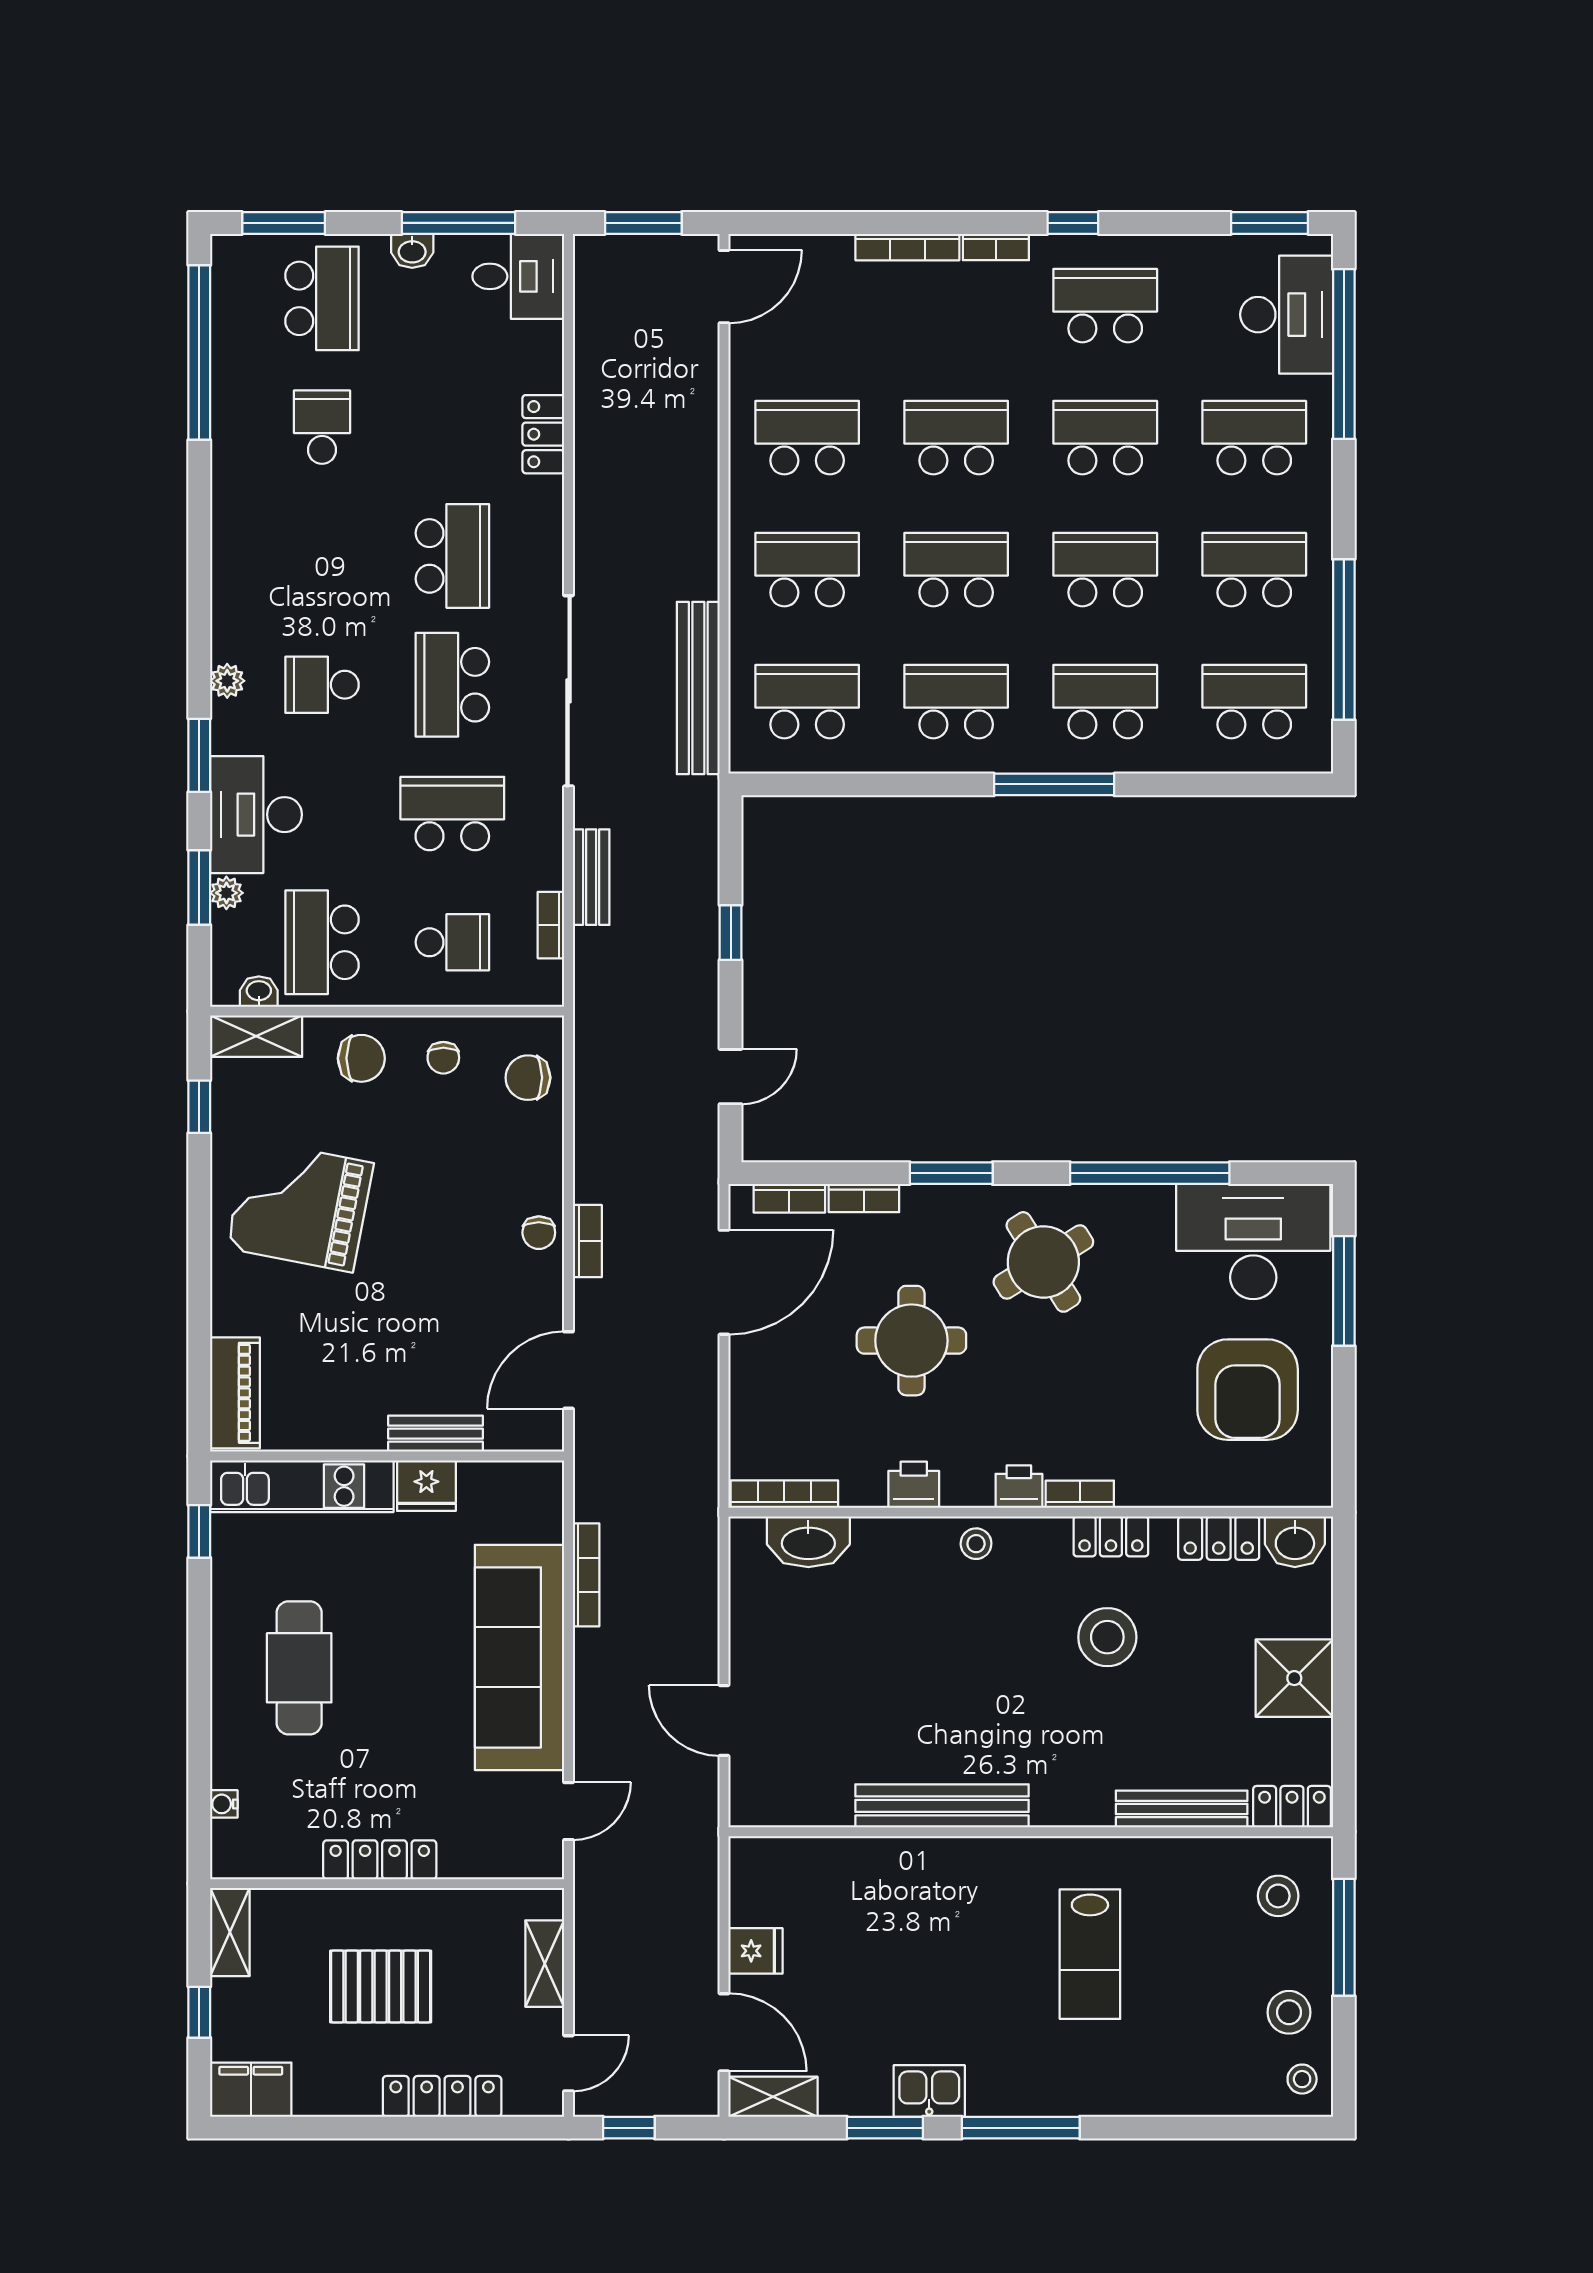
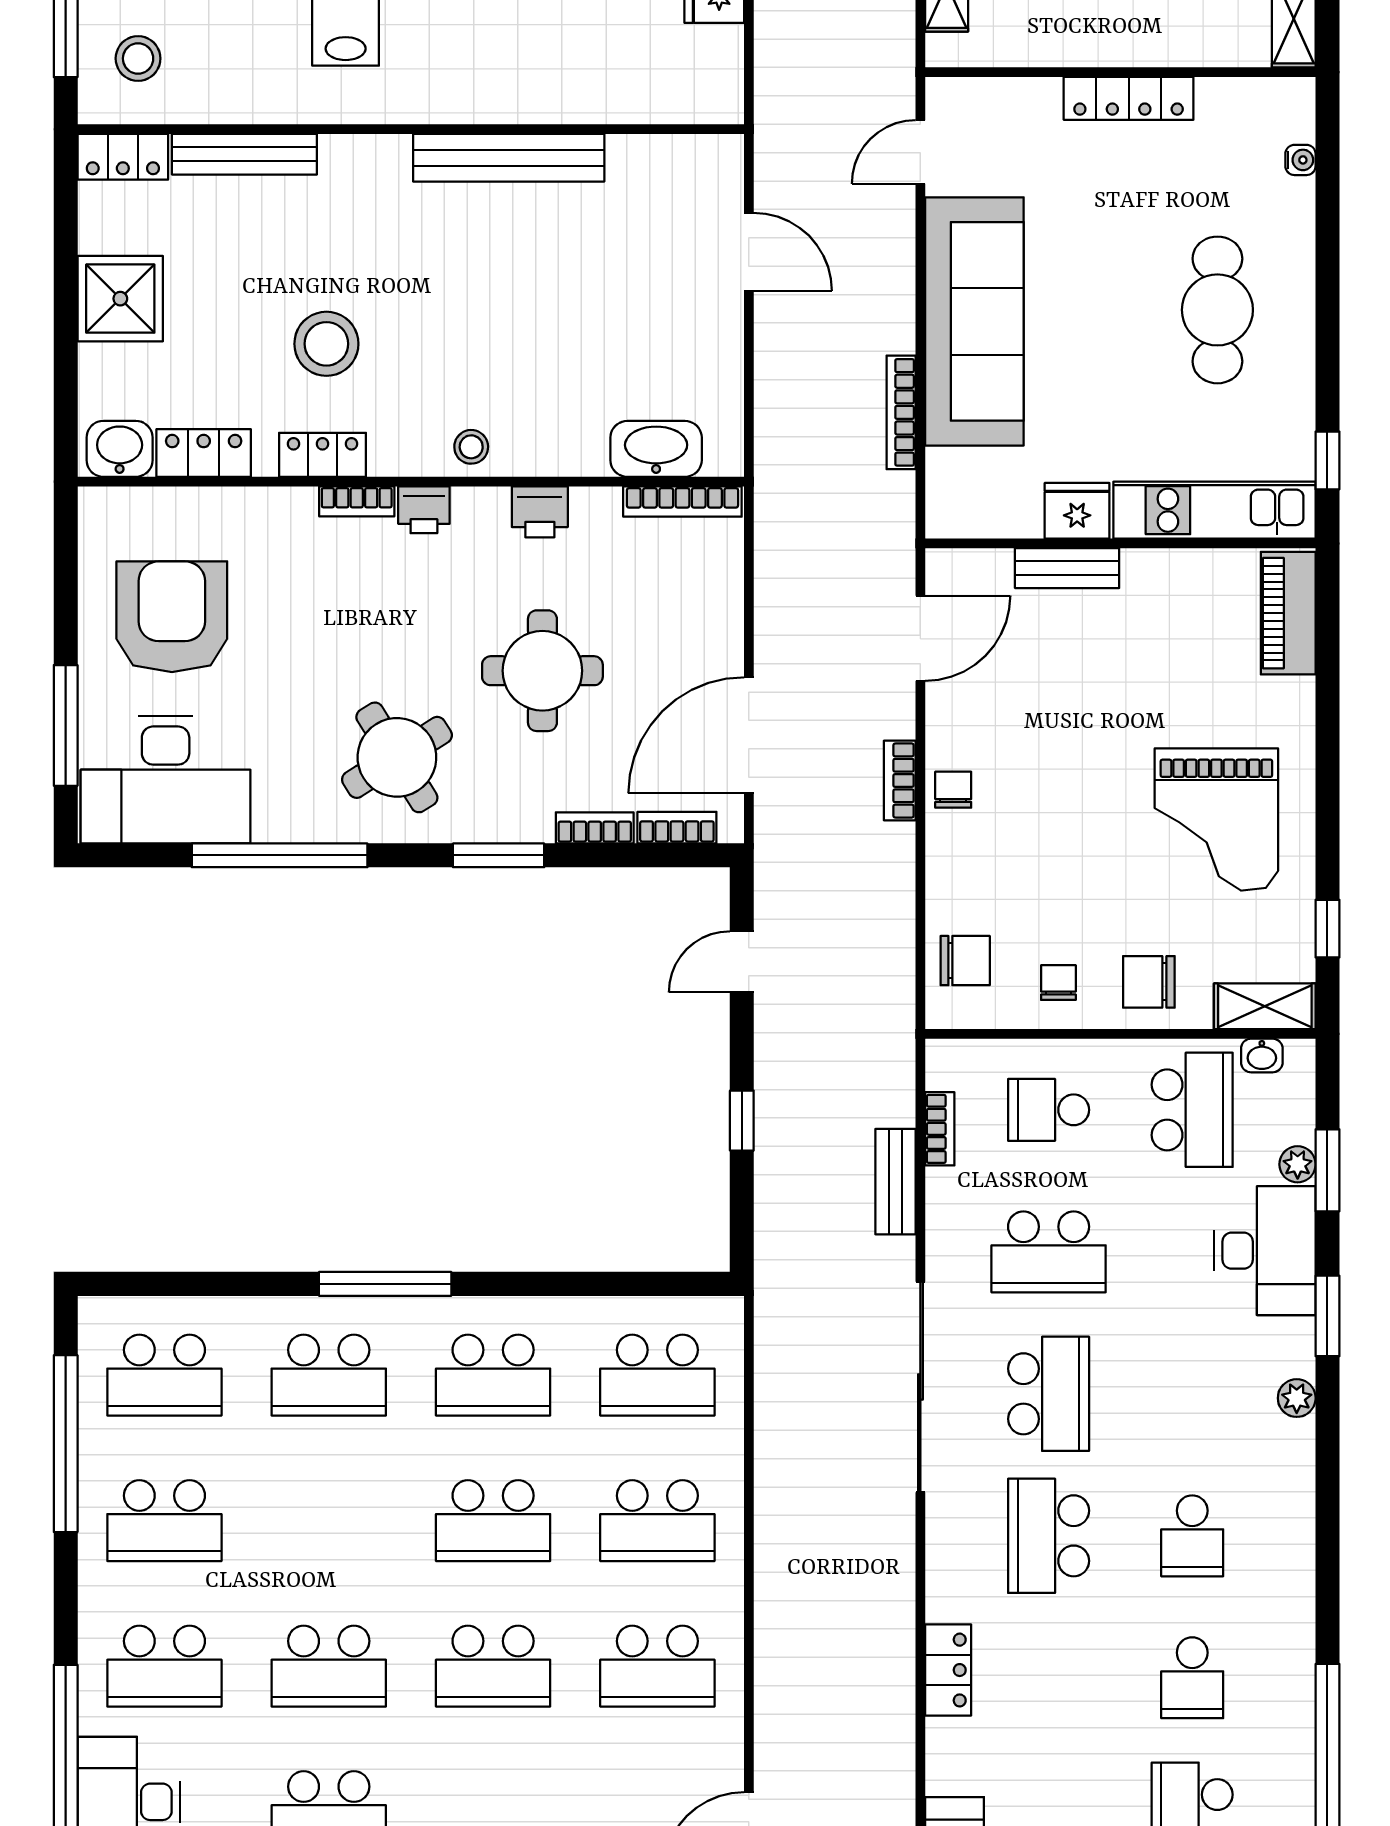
school desk: (1105, 570) -> (329, 1521), removed
school desk: (322, 685) -> (1192, 1536), moved, turned 90
bench: (698, 688) -> (777, 1390), removed
grand piano: (300, 1206) -> (1216, 820), turned 79

